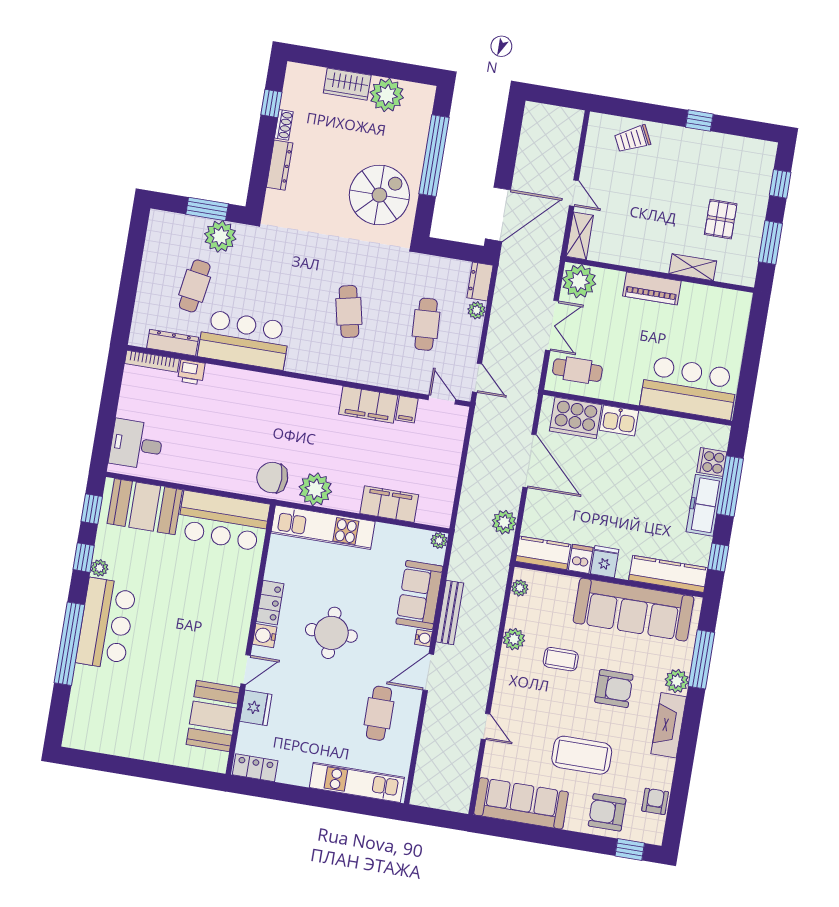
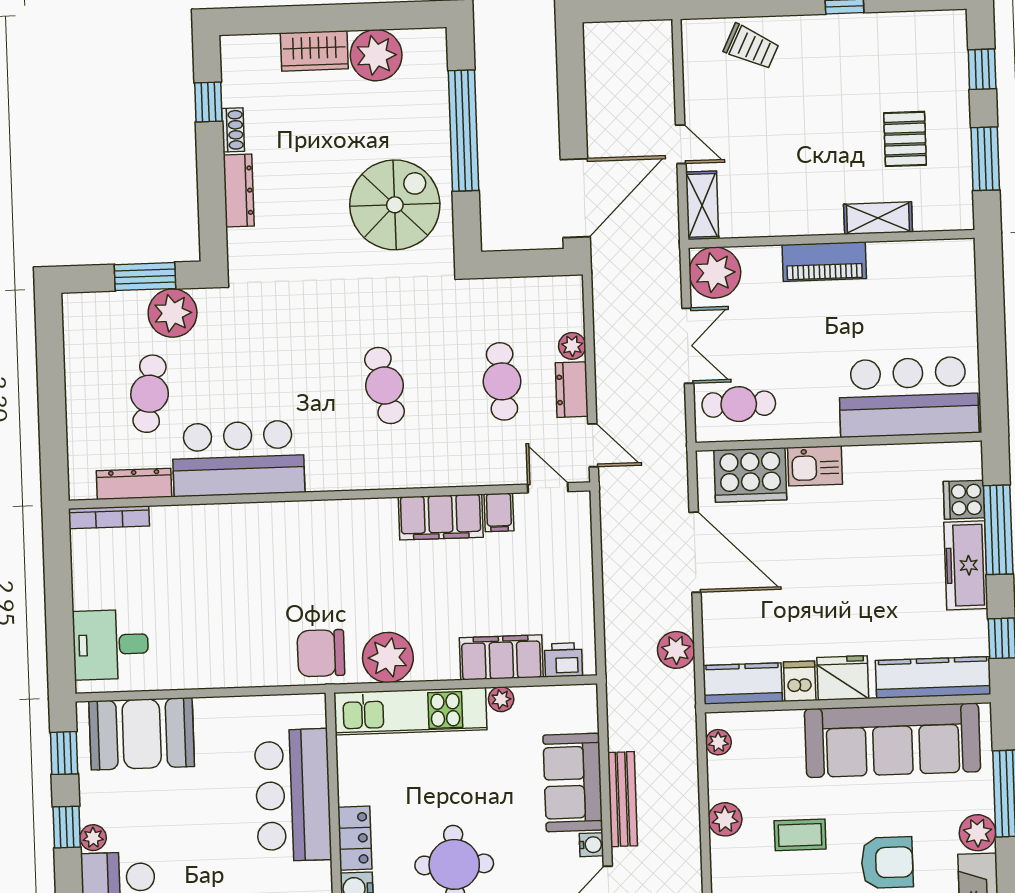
trolley: (633, 139) -> (751, 47), turned -128
dresser: (480, 282) -> (572, 390), moved
printer: (191, 372) -> (563, 660), moved, turned 180
bar counter: (223, 521) -> (293, 795), moved, turned 90
plant: (439, 540) -> (501, 699), moved
fridge: (605, 562) -> (843, 678), width x1.38

